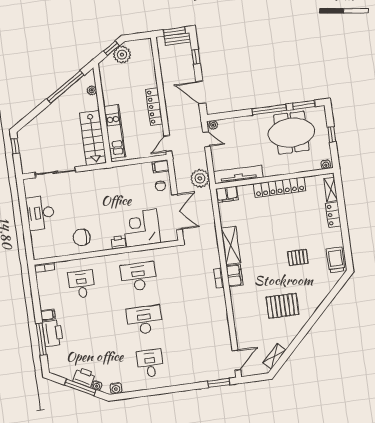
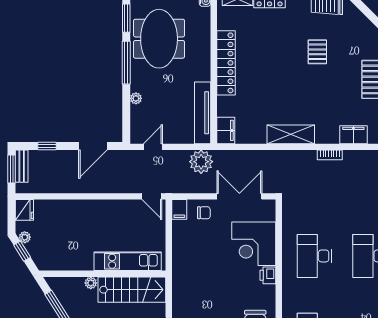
fridge: (144, 46) -> (24, 210), added
plant: (122, 55) -> (25, 237), width x0.53, depth x0.53
plant: (92, 90) -> (91, 283), moved
locker: (154, 107) -> (103, 207), removed
plant: (213, 125) -> (136, 98), moved
filing cabinet: (235, 275) -> (353, 135), moved

